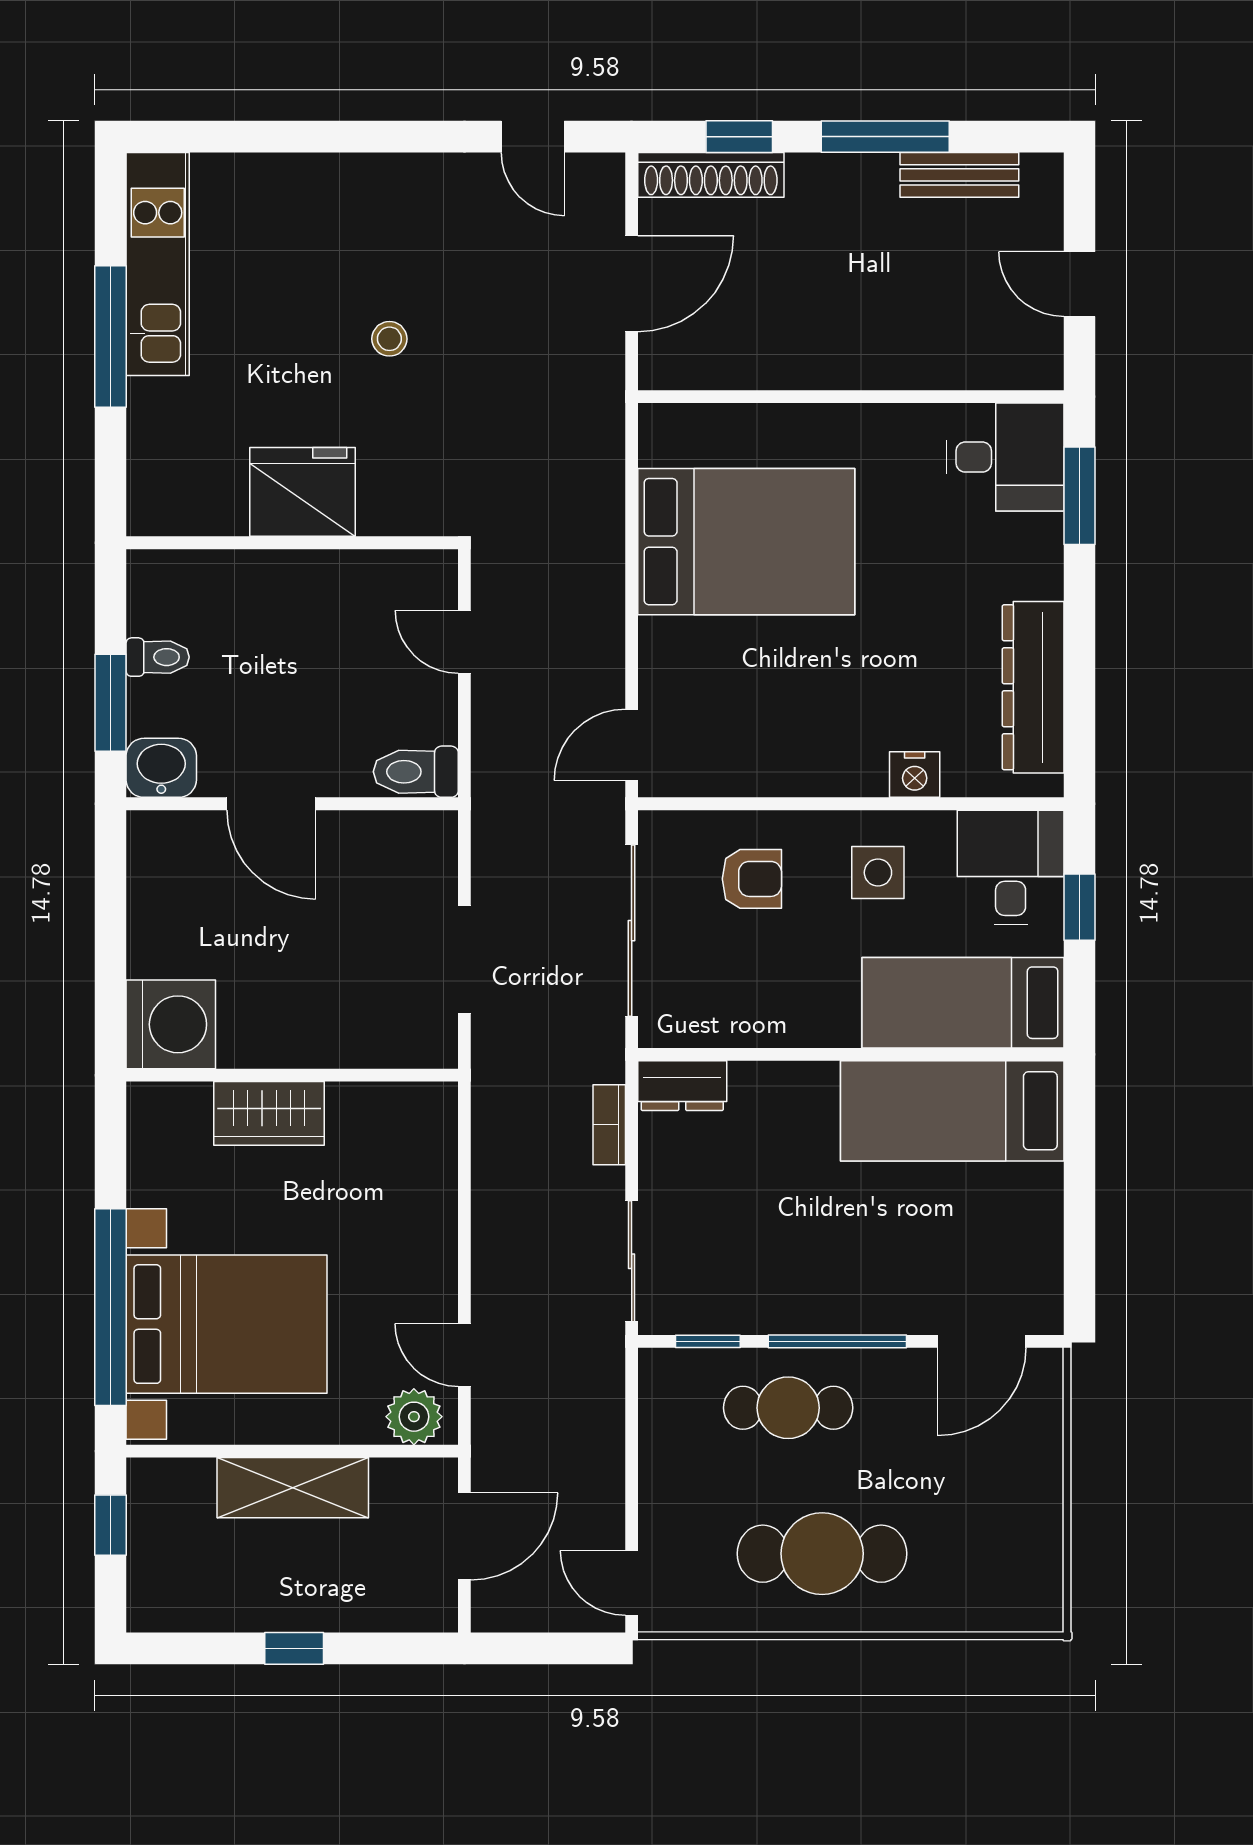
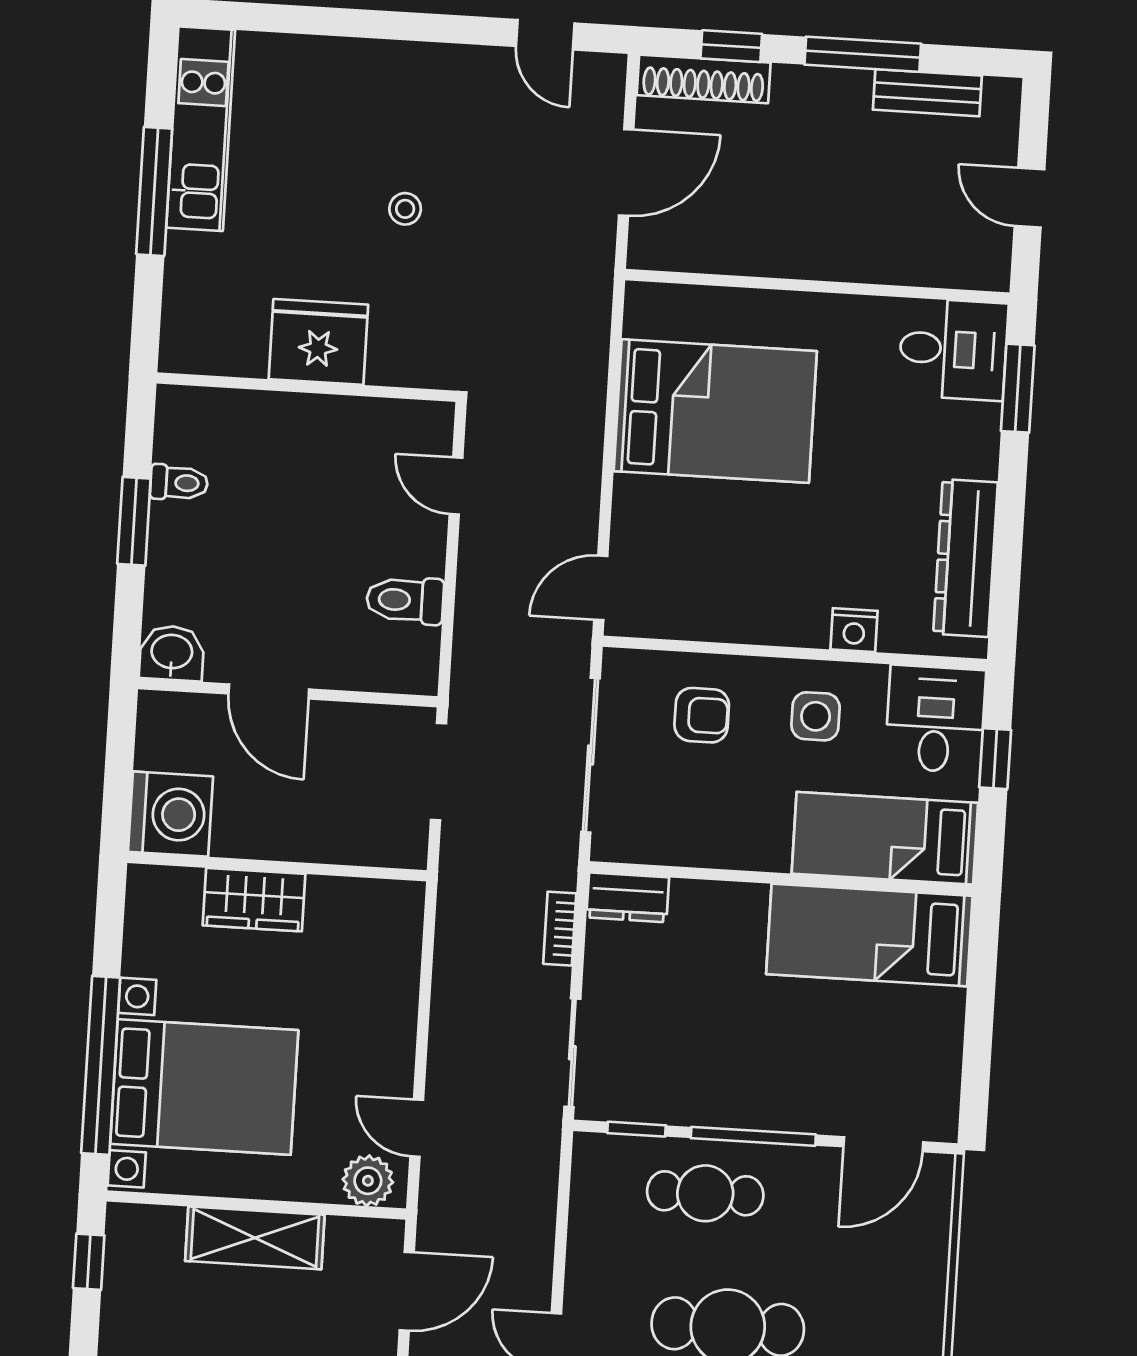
washbasin: (161, 768) -> (172, 653), moved
door: (271, 804) -> (269, 692), moved
wall: (292, 804) -> (288, 693), moved

